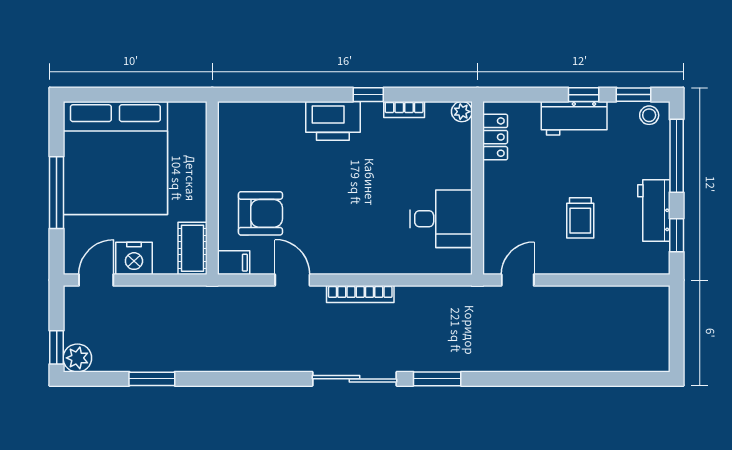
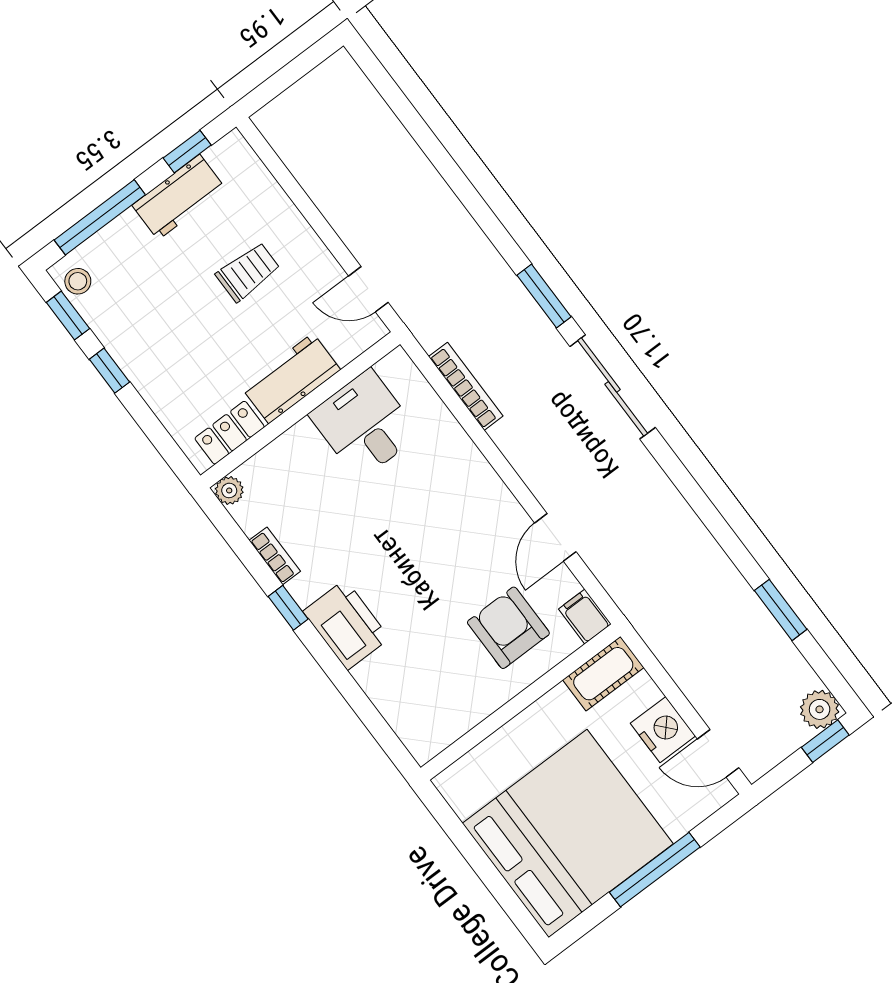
workbench: (574, 118) -> (291, 378), moved, turned -90
bookcase: (360, 294) -> (466, 386), moved

